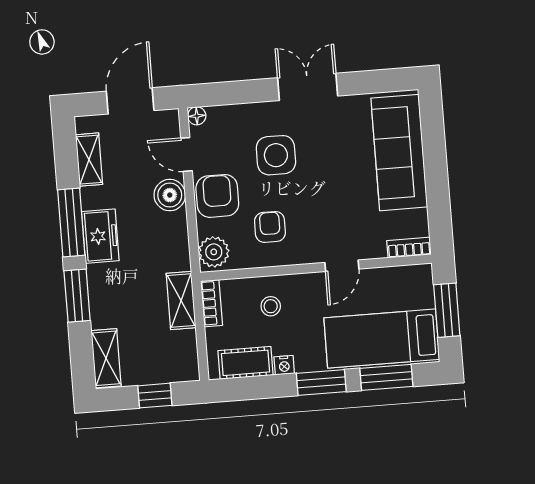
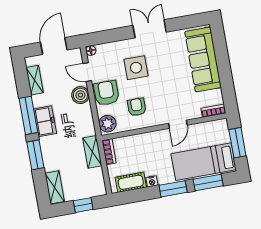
stool: (271, 306) -> (141, 150), removed

